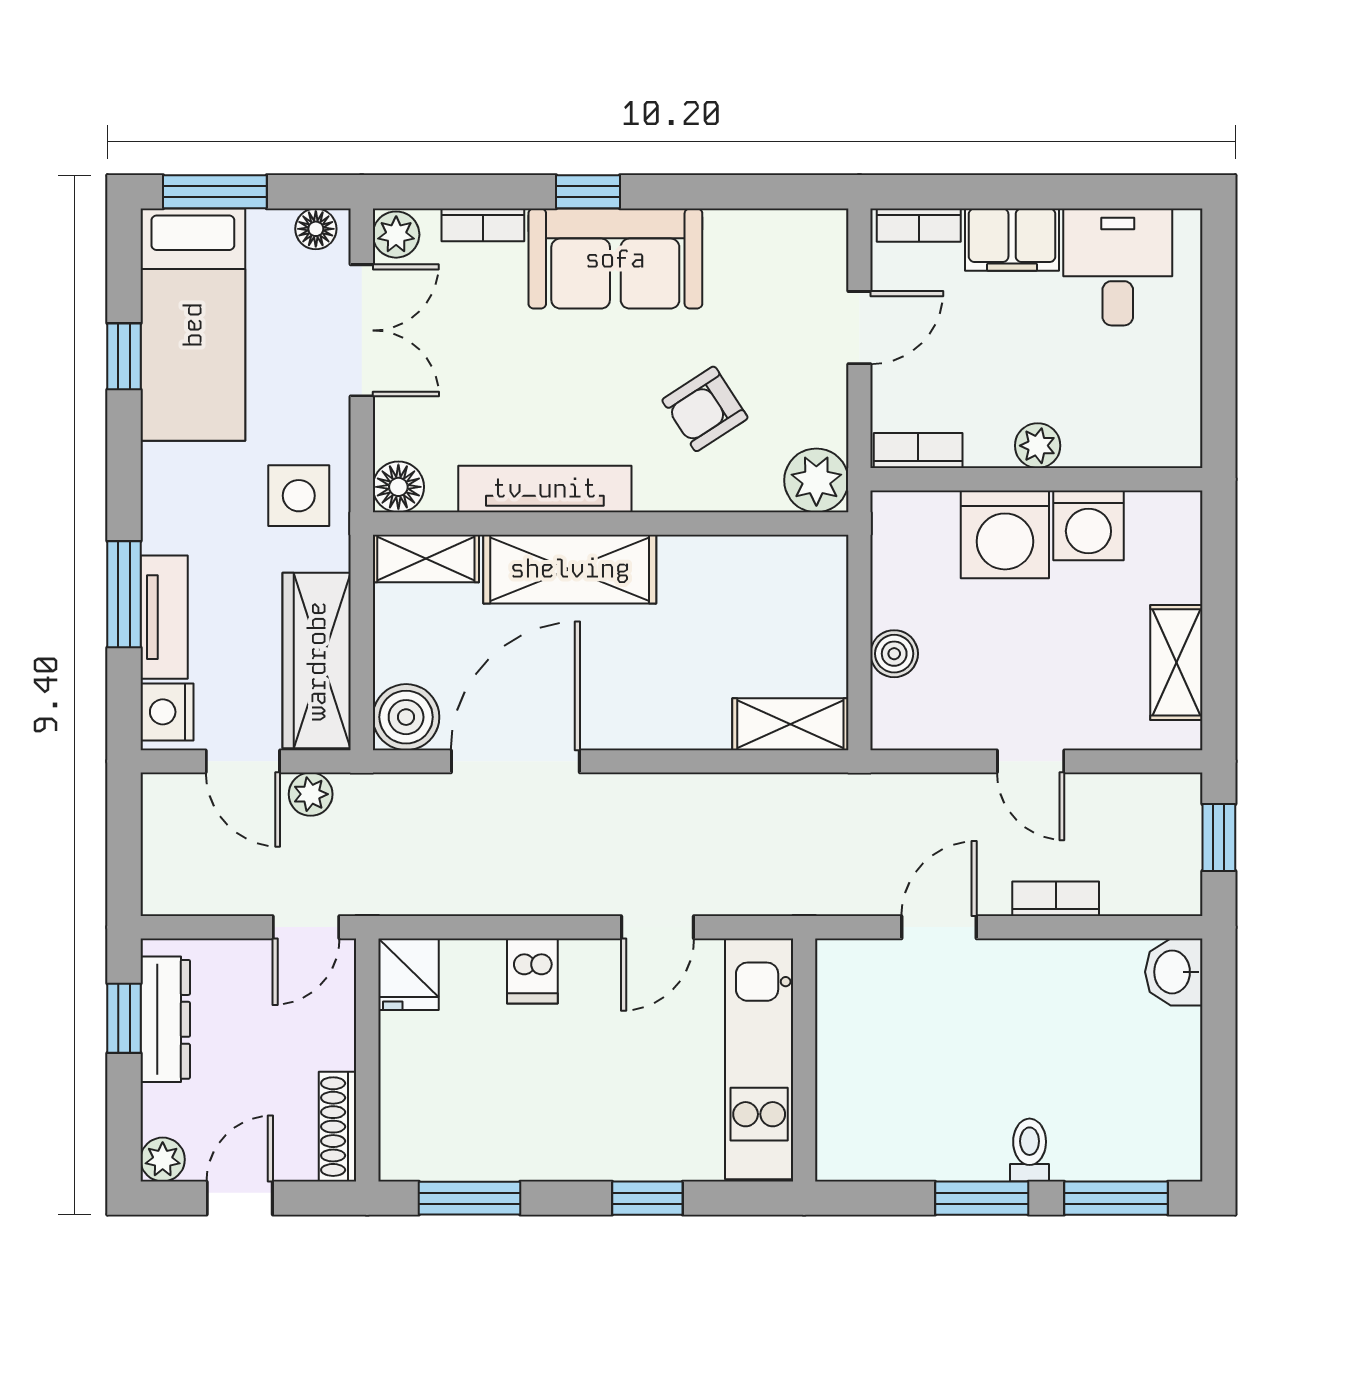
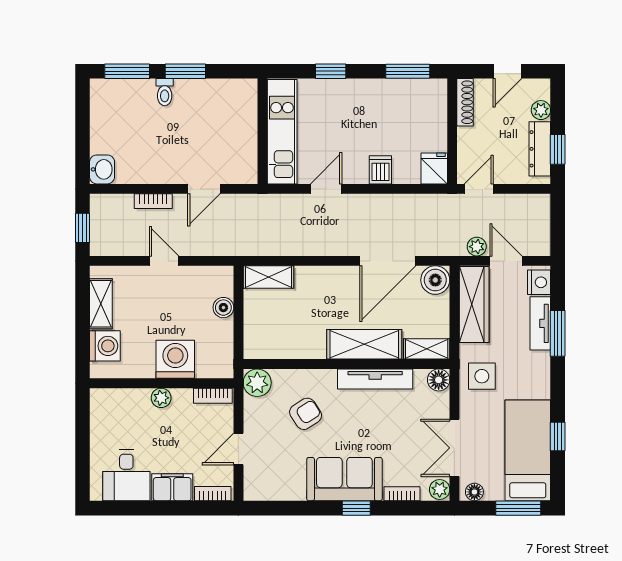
washing machine: (1088, 525) -> (105, 346), moved, turned 90
plant: (163, 1160) -> (541, 110), moved

